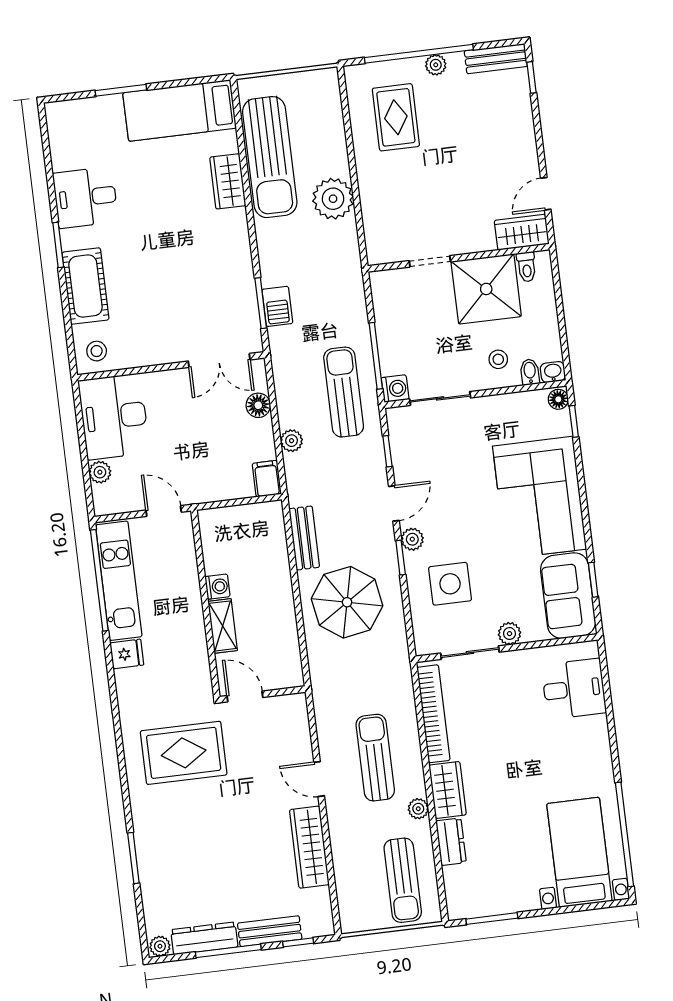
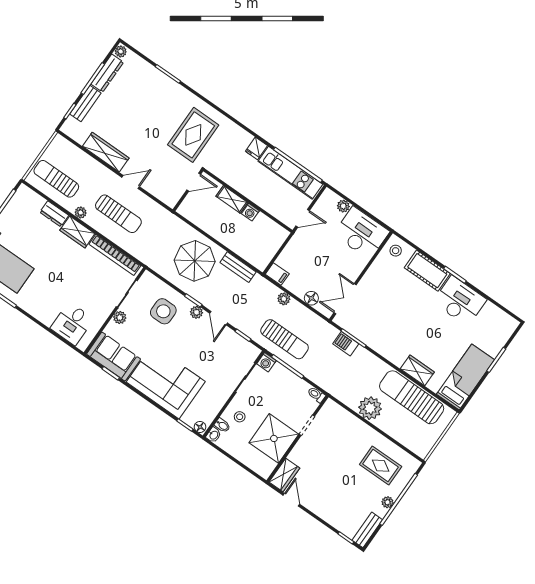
desk: (85, 197) -> (460, 301), width x1.37
toilet: (527, 267) -> (316, 395), moved

